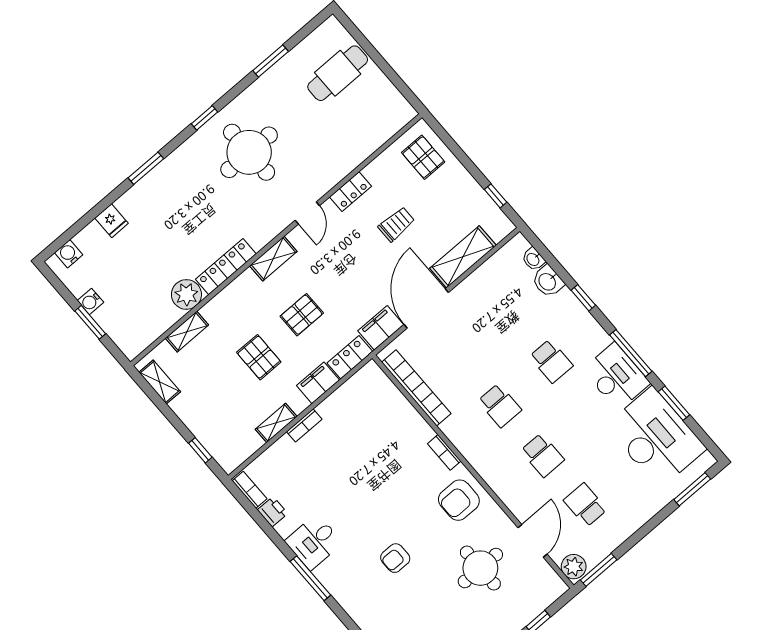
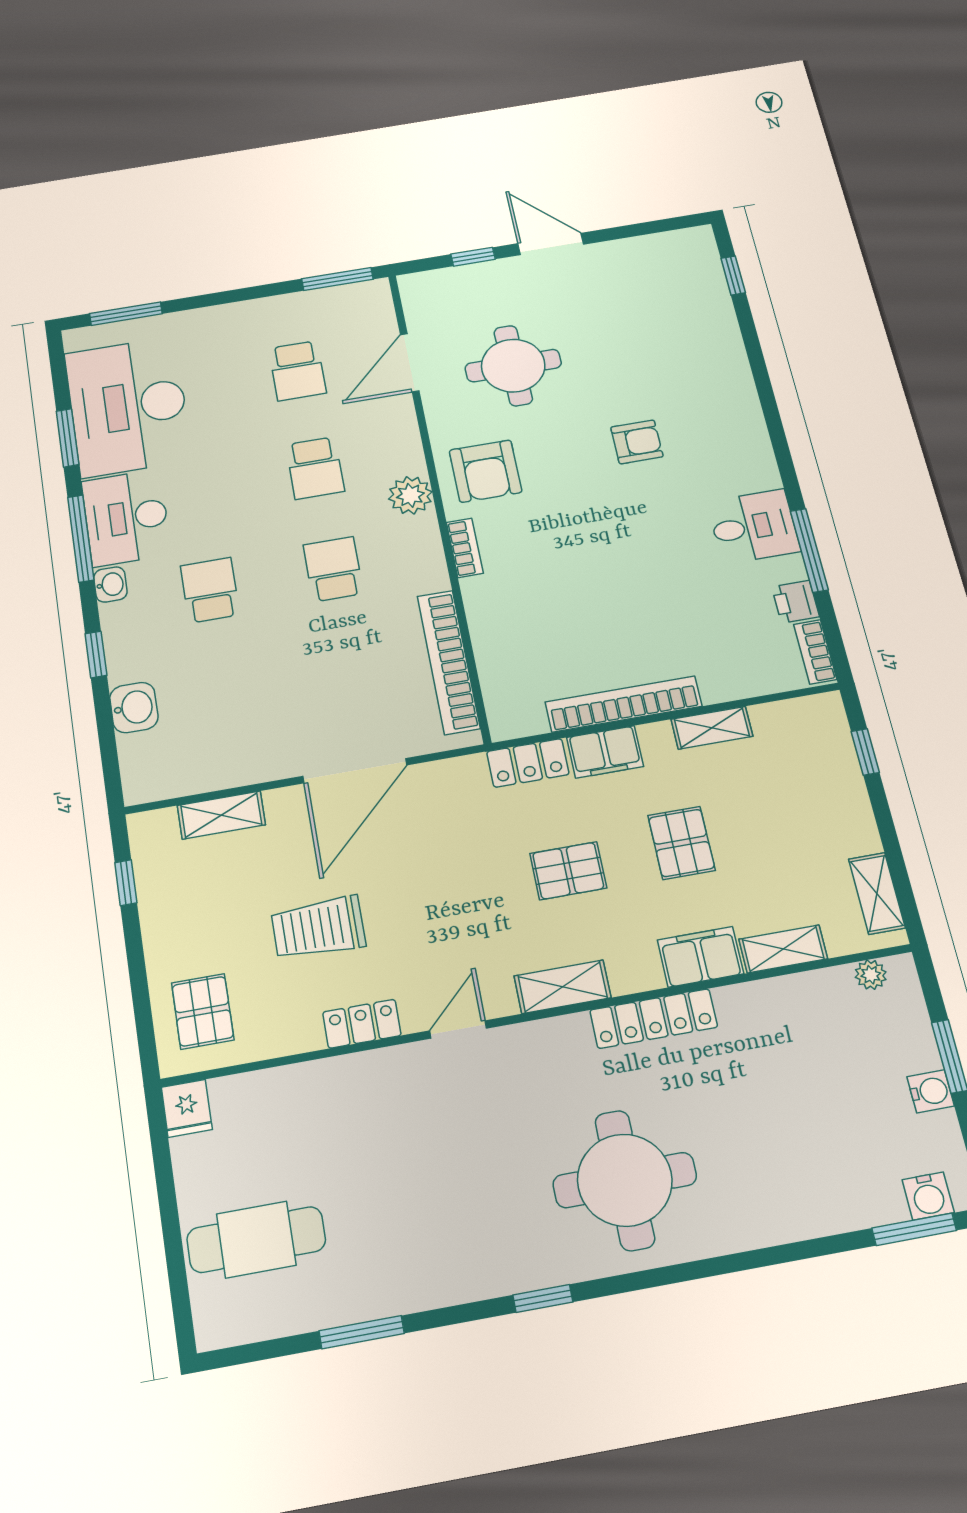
round table: (249, 152) -> (625, 1180), moved
window: (146, 168) -> (914, 1229), moved
fridge: (112, 221) -> (187, 1108), moved, turned 180
trolley: (396, 224) -> (318, 928), width x1.36, depth x1.39
shelving: (463, 257) -> (221, 815), width x0.67, depth x0.75
washbasin: (533, 259) -> (110, 585), moved
plant: (186, 294) -> (871, 975), moved, width x0.53, depth x0.53
filing cabinet: (381, 328) -> (700, 957), moved, turned 180
bookcase: (304, 425) -> (624, 704), width x2.31, depth x1.31
school desk: (542, 455) -> (315, 468), turned 180
armchair: (459, 500) -> (486, 471), turned 90
plant: (574, 567) -> (410, 495), moved
window: (310, 578) -> (809, 550), moved

